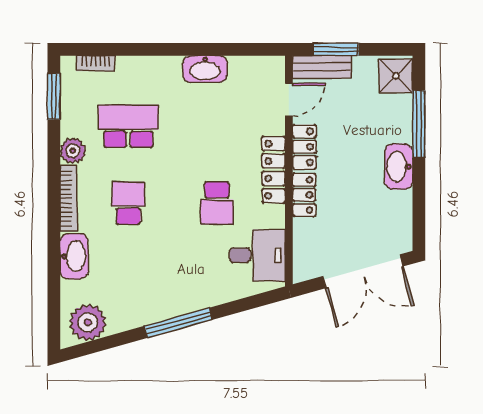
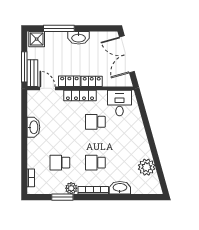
window: (336, 49) -> (24, 67), width x1.44
window: (54, 96) -> (62, 197), moved
school desk: (128, 126) -> (60, 163), width x0.54
school desk: (217, 203) -> (95, 122), turned 180
double door: (363, 271) -> (127, 54), swing flipped
plant: (88, 322) -> (147, 167), moved
window: (178, 323) -> (151, 140), removed

